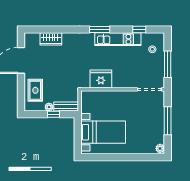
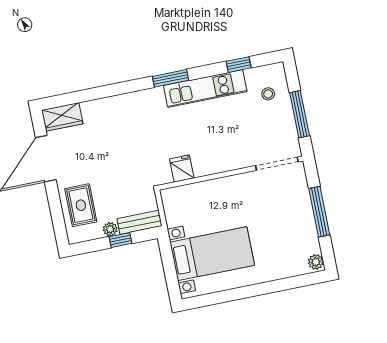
wardrobe: (51, 39) -> (62, 117), moved
fridge: (101, 79) -> (182, 168), width x0.53, depth x0.75

